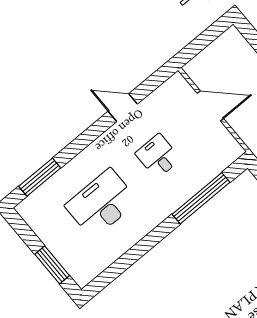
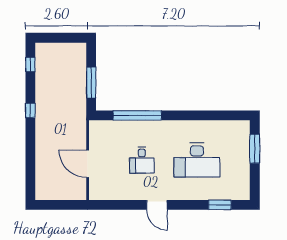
door: (123, 108) -> (157, 205), moved
window: (40, 177) -> (220, 205), width x0.69

